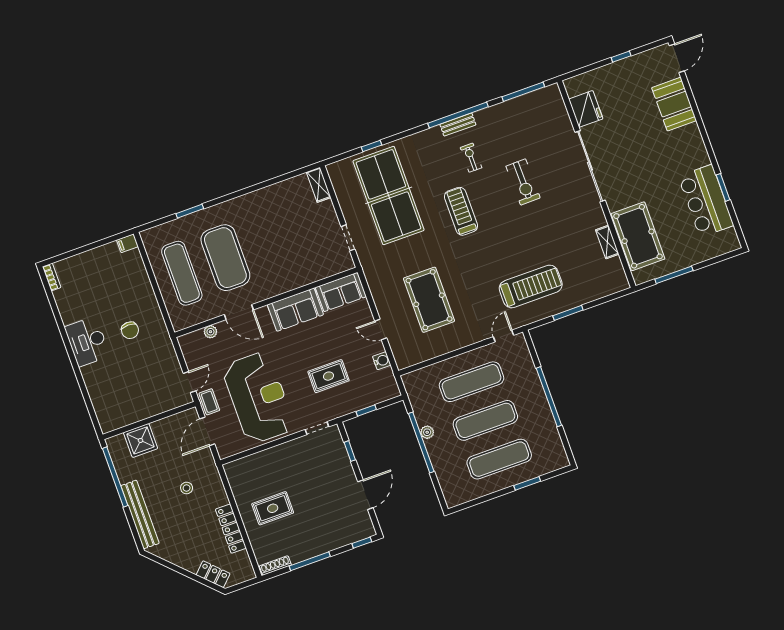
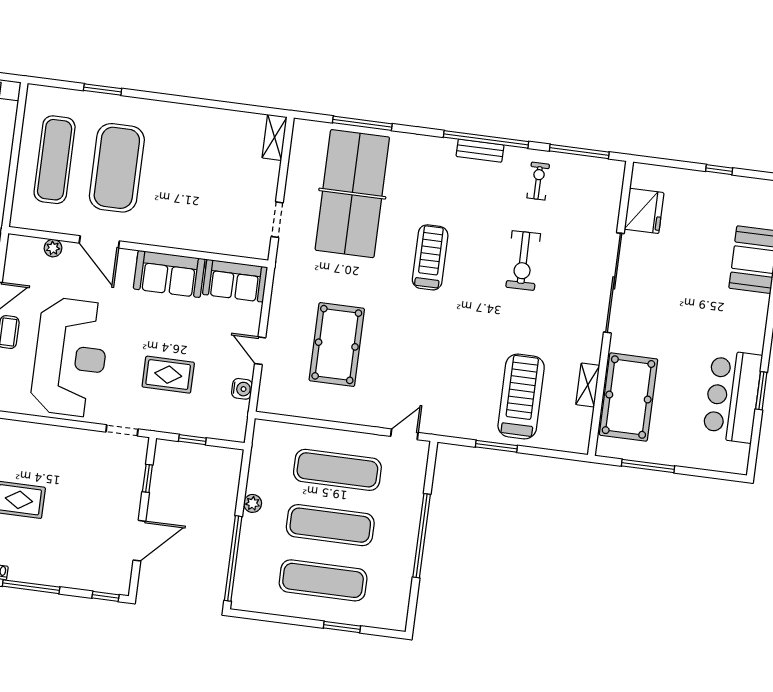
window: (372, 146) -> (362, 123), width x2.17
exercise bike: (471, 158) -> (538, 181), moved
treadmill: (531, 286) -> (521, 396), moved, turned -90
window: (421, 443) -> (233, 558), moved

